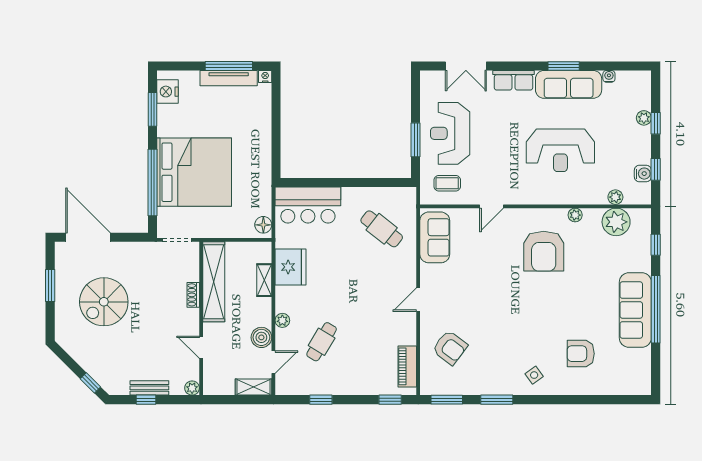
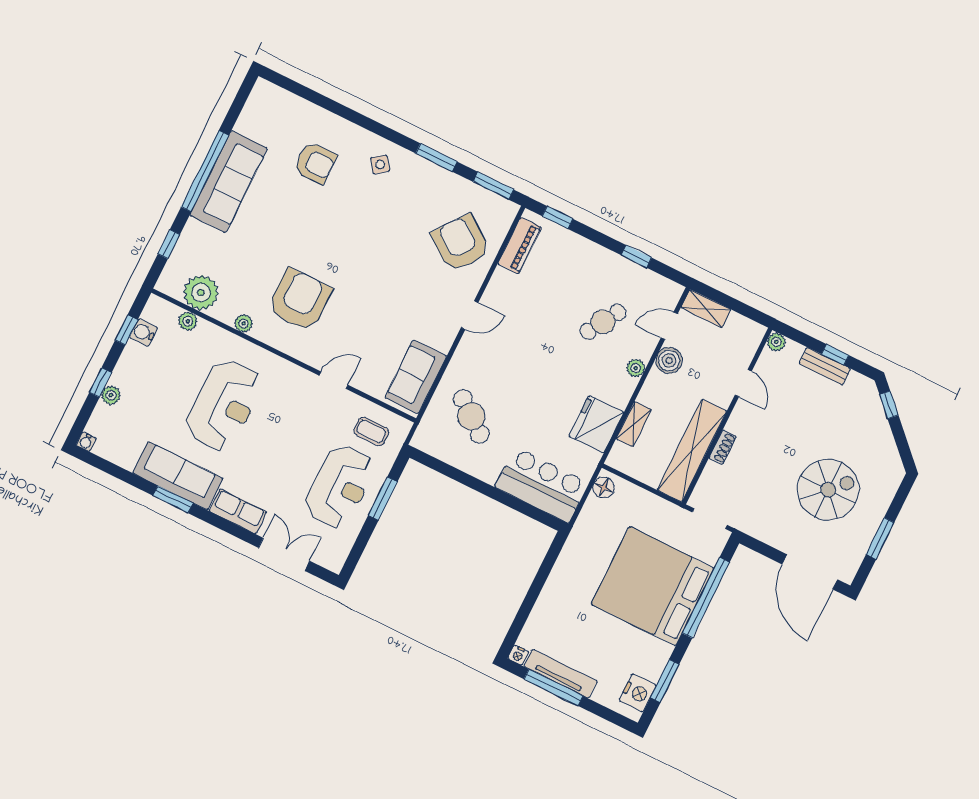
water cooler: (609, 76) -> (86, 442), moved
reception desk: (560, 150) -> (224, 405), turned 90
armchair: (450, 348) -> (461, 243), width x1.36, depth x1.36

